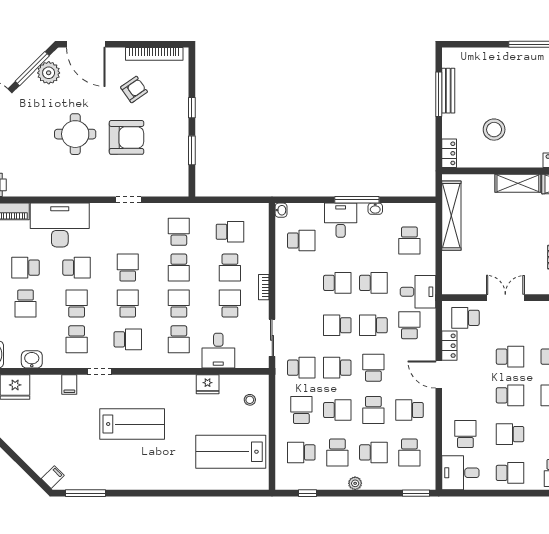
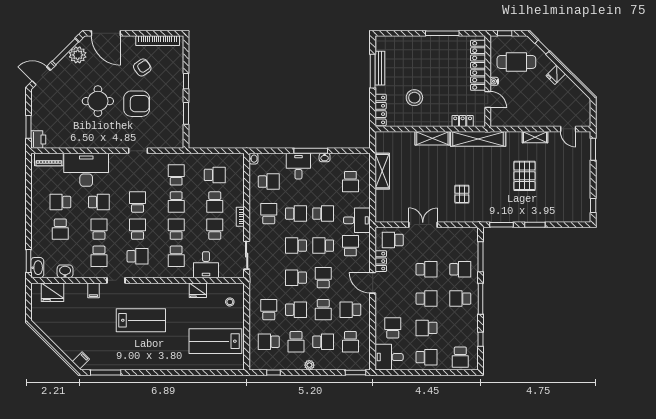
locker: (449, 153) -> (381, 110), width x1.53
shelving: (451, 216) -> (382, 171), width x0.68
school desk: (301, 368) -> (269, 214), moved, turned -90

